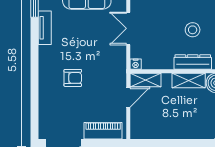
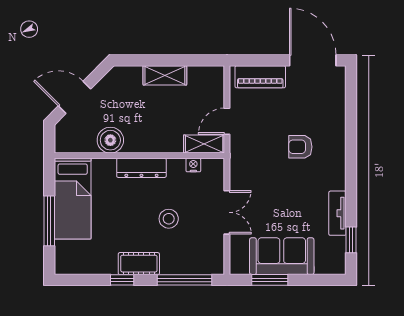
stool: (193, 30) -> (169, 219), moved
nightstand: (136, 64) -> (193, 165), moved
shelving: (189, 80) -> (165, 75), moved

